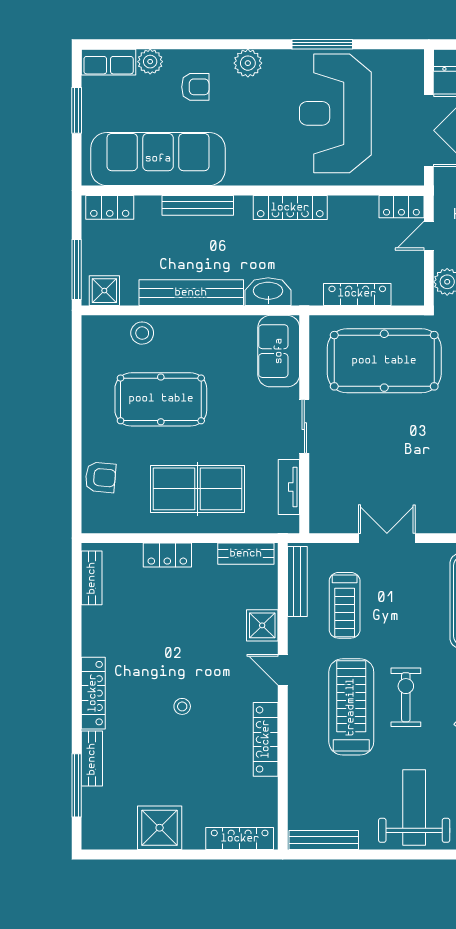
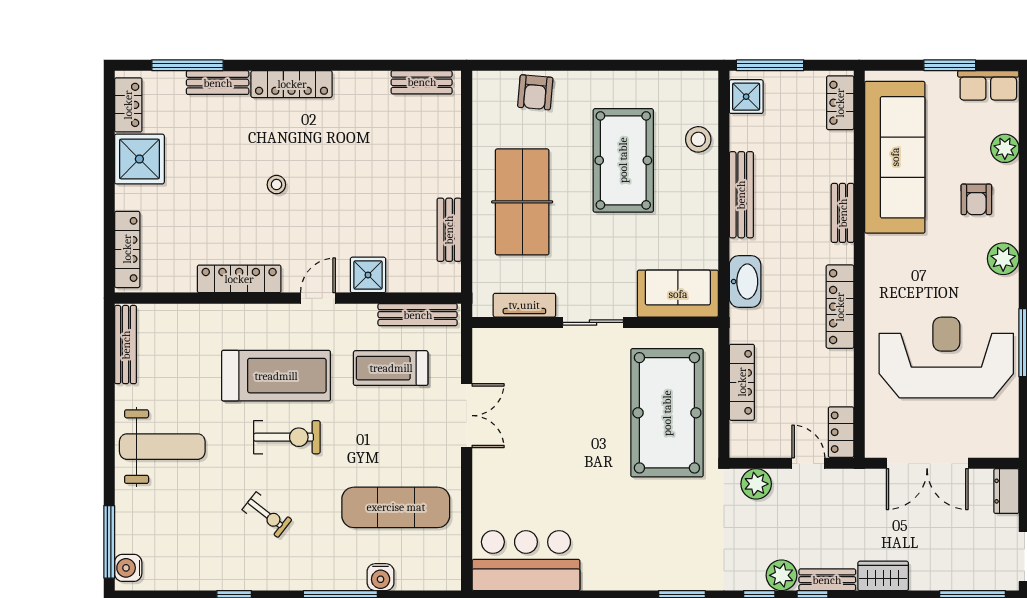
row of seats: (109, 62) -> (988, 85), moved, turned -90
bench: (198, 205) -> (843, 213), width x0.73
bench: (191, 293) -> (741, 195), width x0.73, depth x0.82
bench: (246, 554) -> (449, 230), moved
locker: (167, 555) -> (128, 105), moved, turned 180

